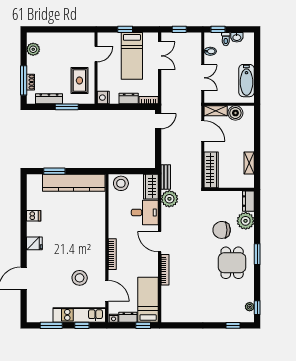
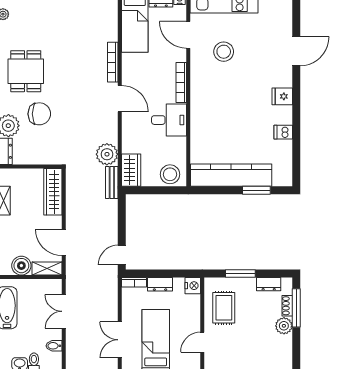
plant: (33, 49) -> (284, 326), moved
dresser: (49, 99) -> (269, 284), width x0.70
desk: (145, 212) -> (169, 120), moved, turned 180

